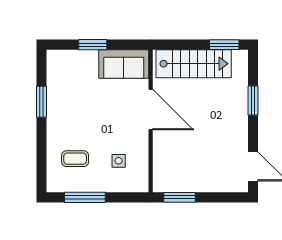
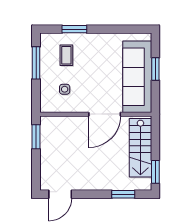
sofa: (124, 64) -> (137, 77), width x1.85, depth x1.27
window: (253, 101) -> (123, 194), moved
window: (42, 102) -> (74, 29), moved

